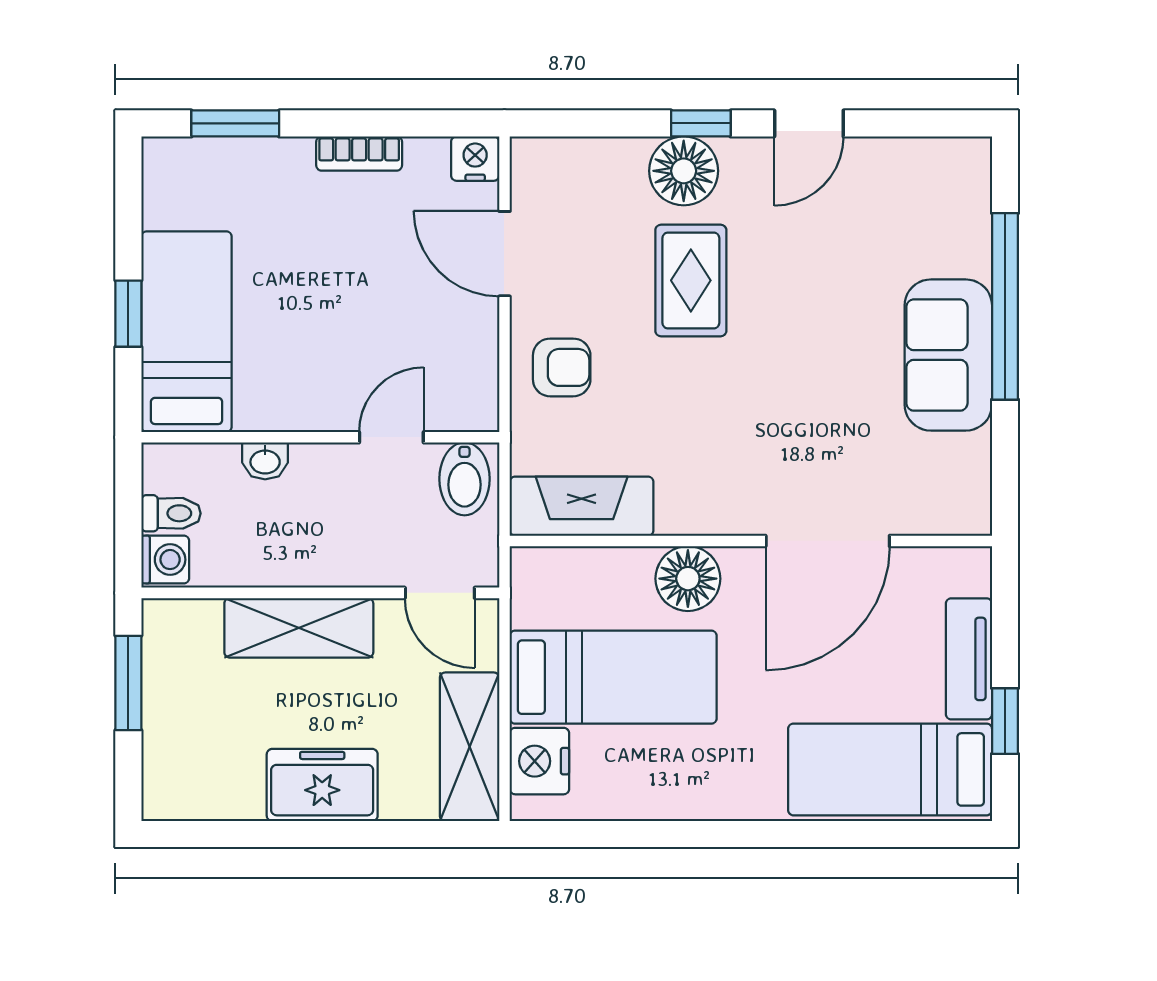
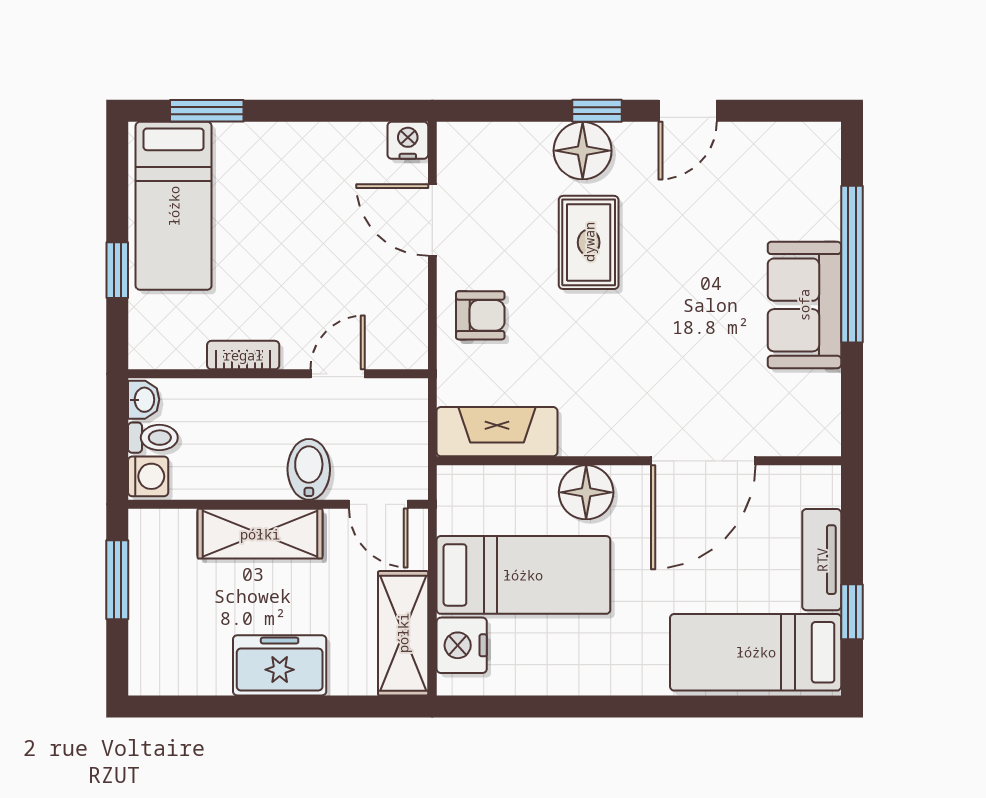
bookcase: (359, 154) -> (243, 355), moved, turned 180
bed: (187, 332) -> (174, 206), moved, turned 180
washbasin: (265, 461) -> (144, 400), moved, turned -90
bidet: (465, 479) -> (309, 469), moved, turned 180

